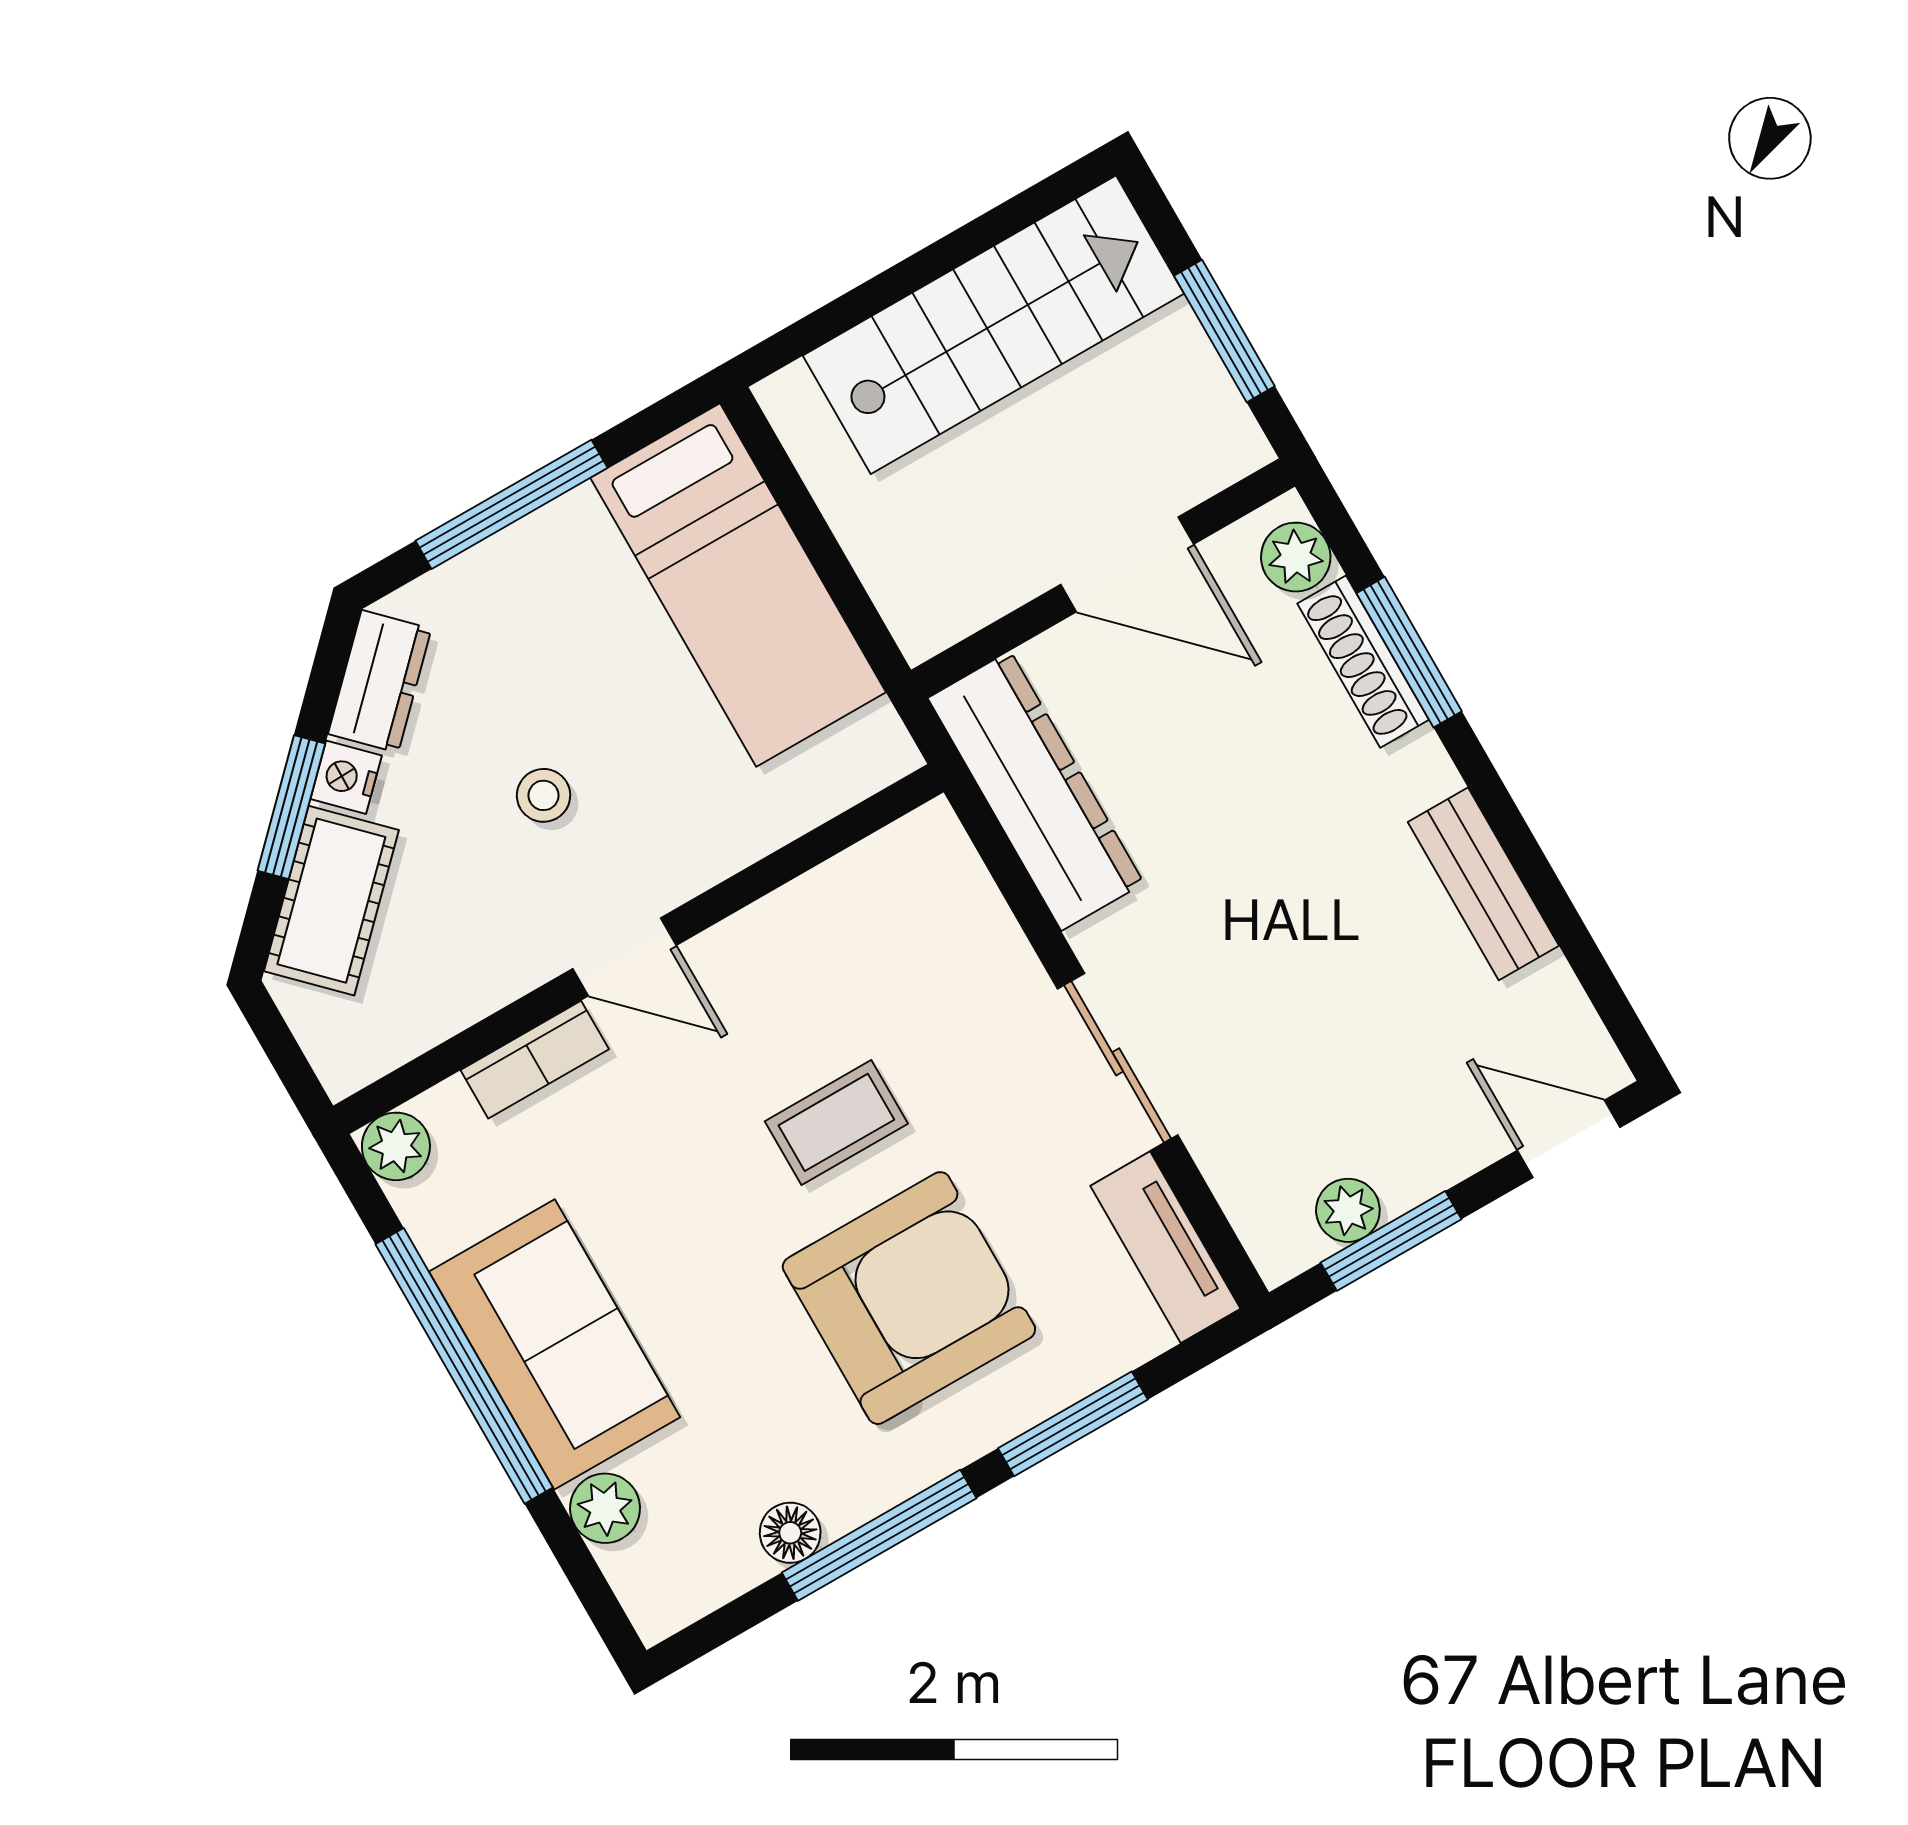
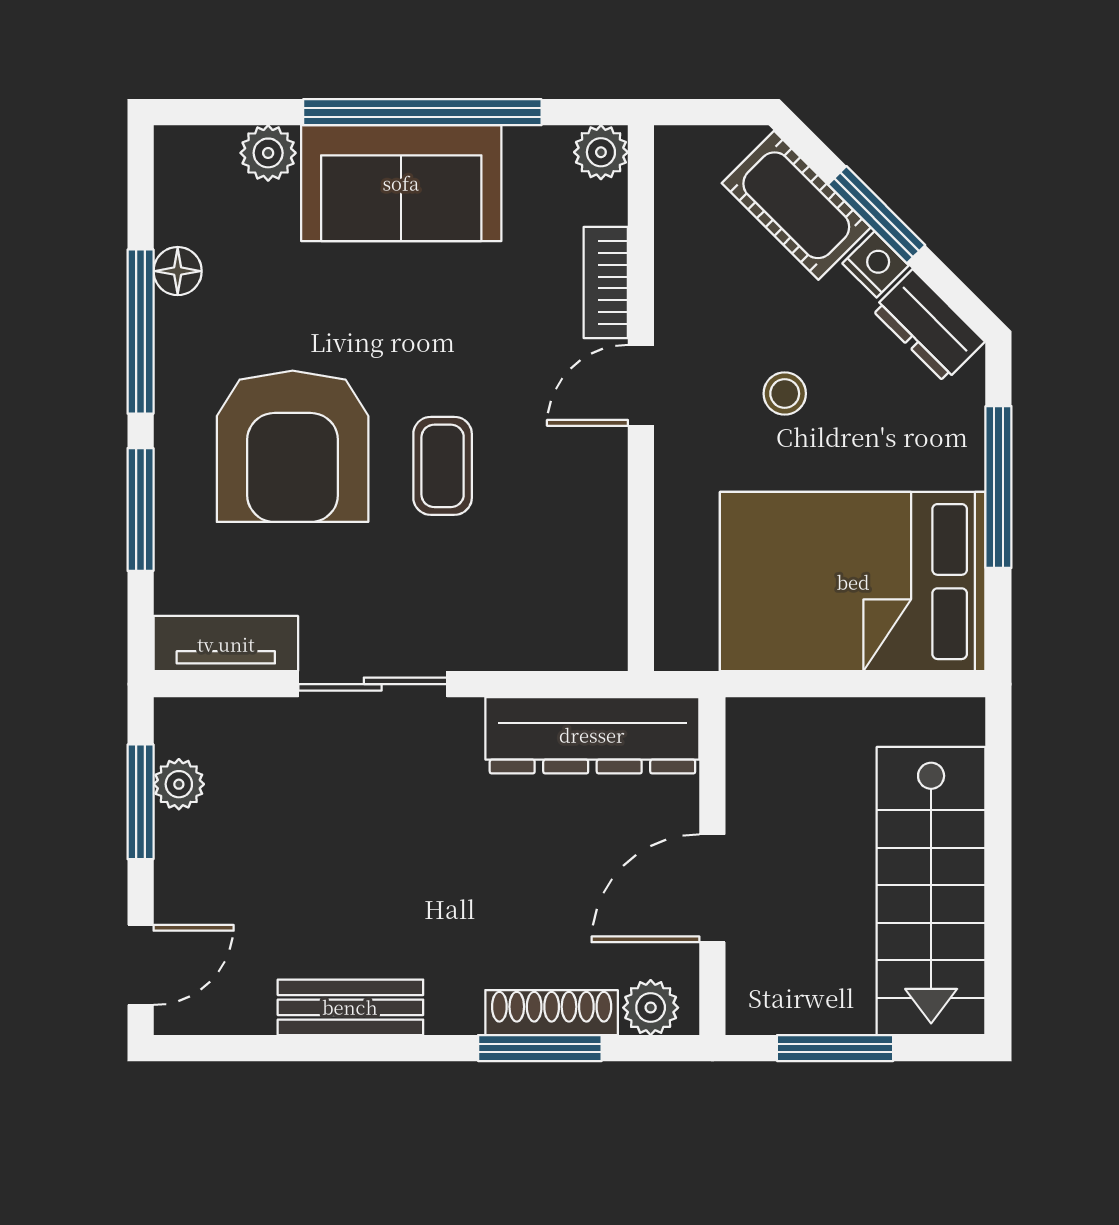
bed: (738, 585) -> (853, 582), width x1.50

